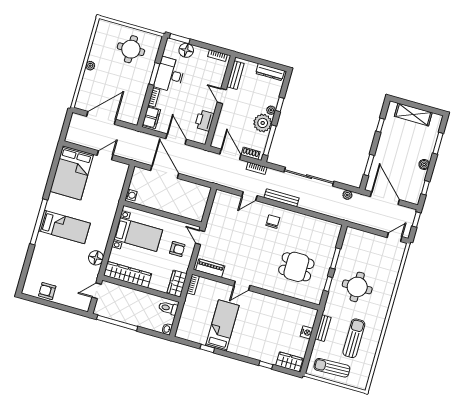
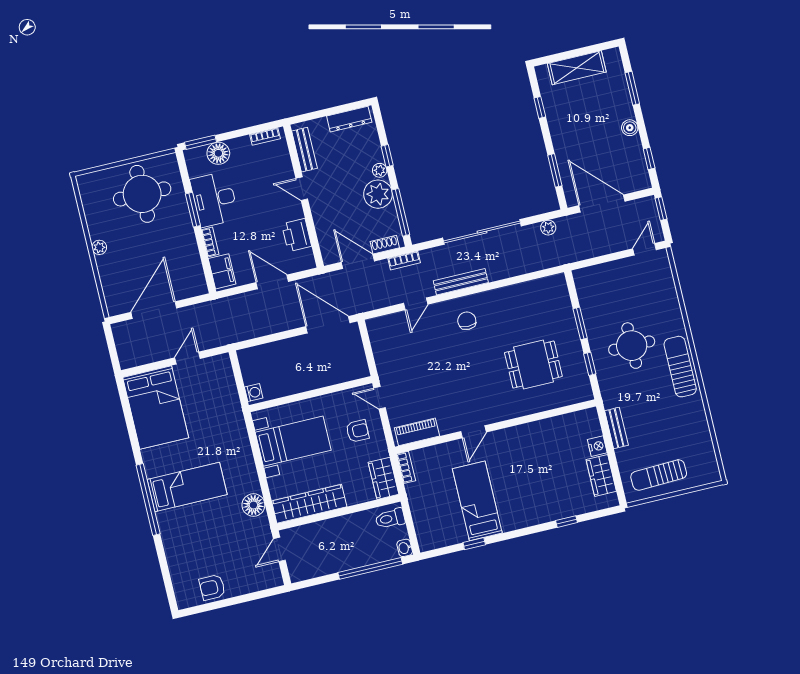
round table: (131, 49) -> (142, 194), width x1.36, depth x1.36
door: (165, 172) -> (328, 325), moved
window: (117, 323) -> (370, 568), moved
sun lounger: (354, 338) -> (680, 367), moved
wardrobe: (289, 362) -> (601, 475), moved, turned -90

